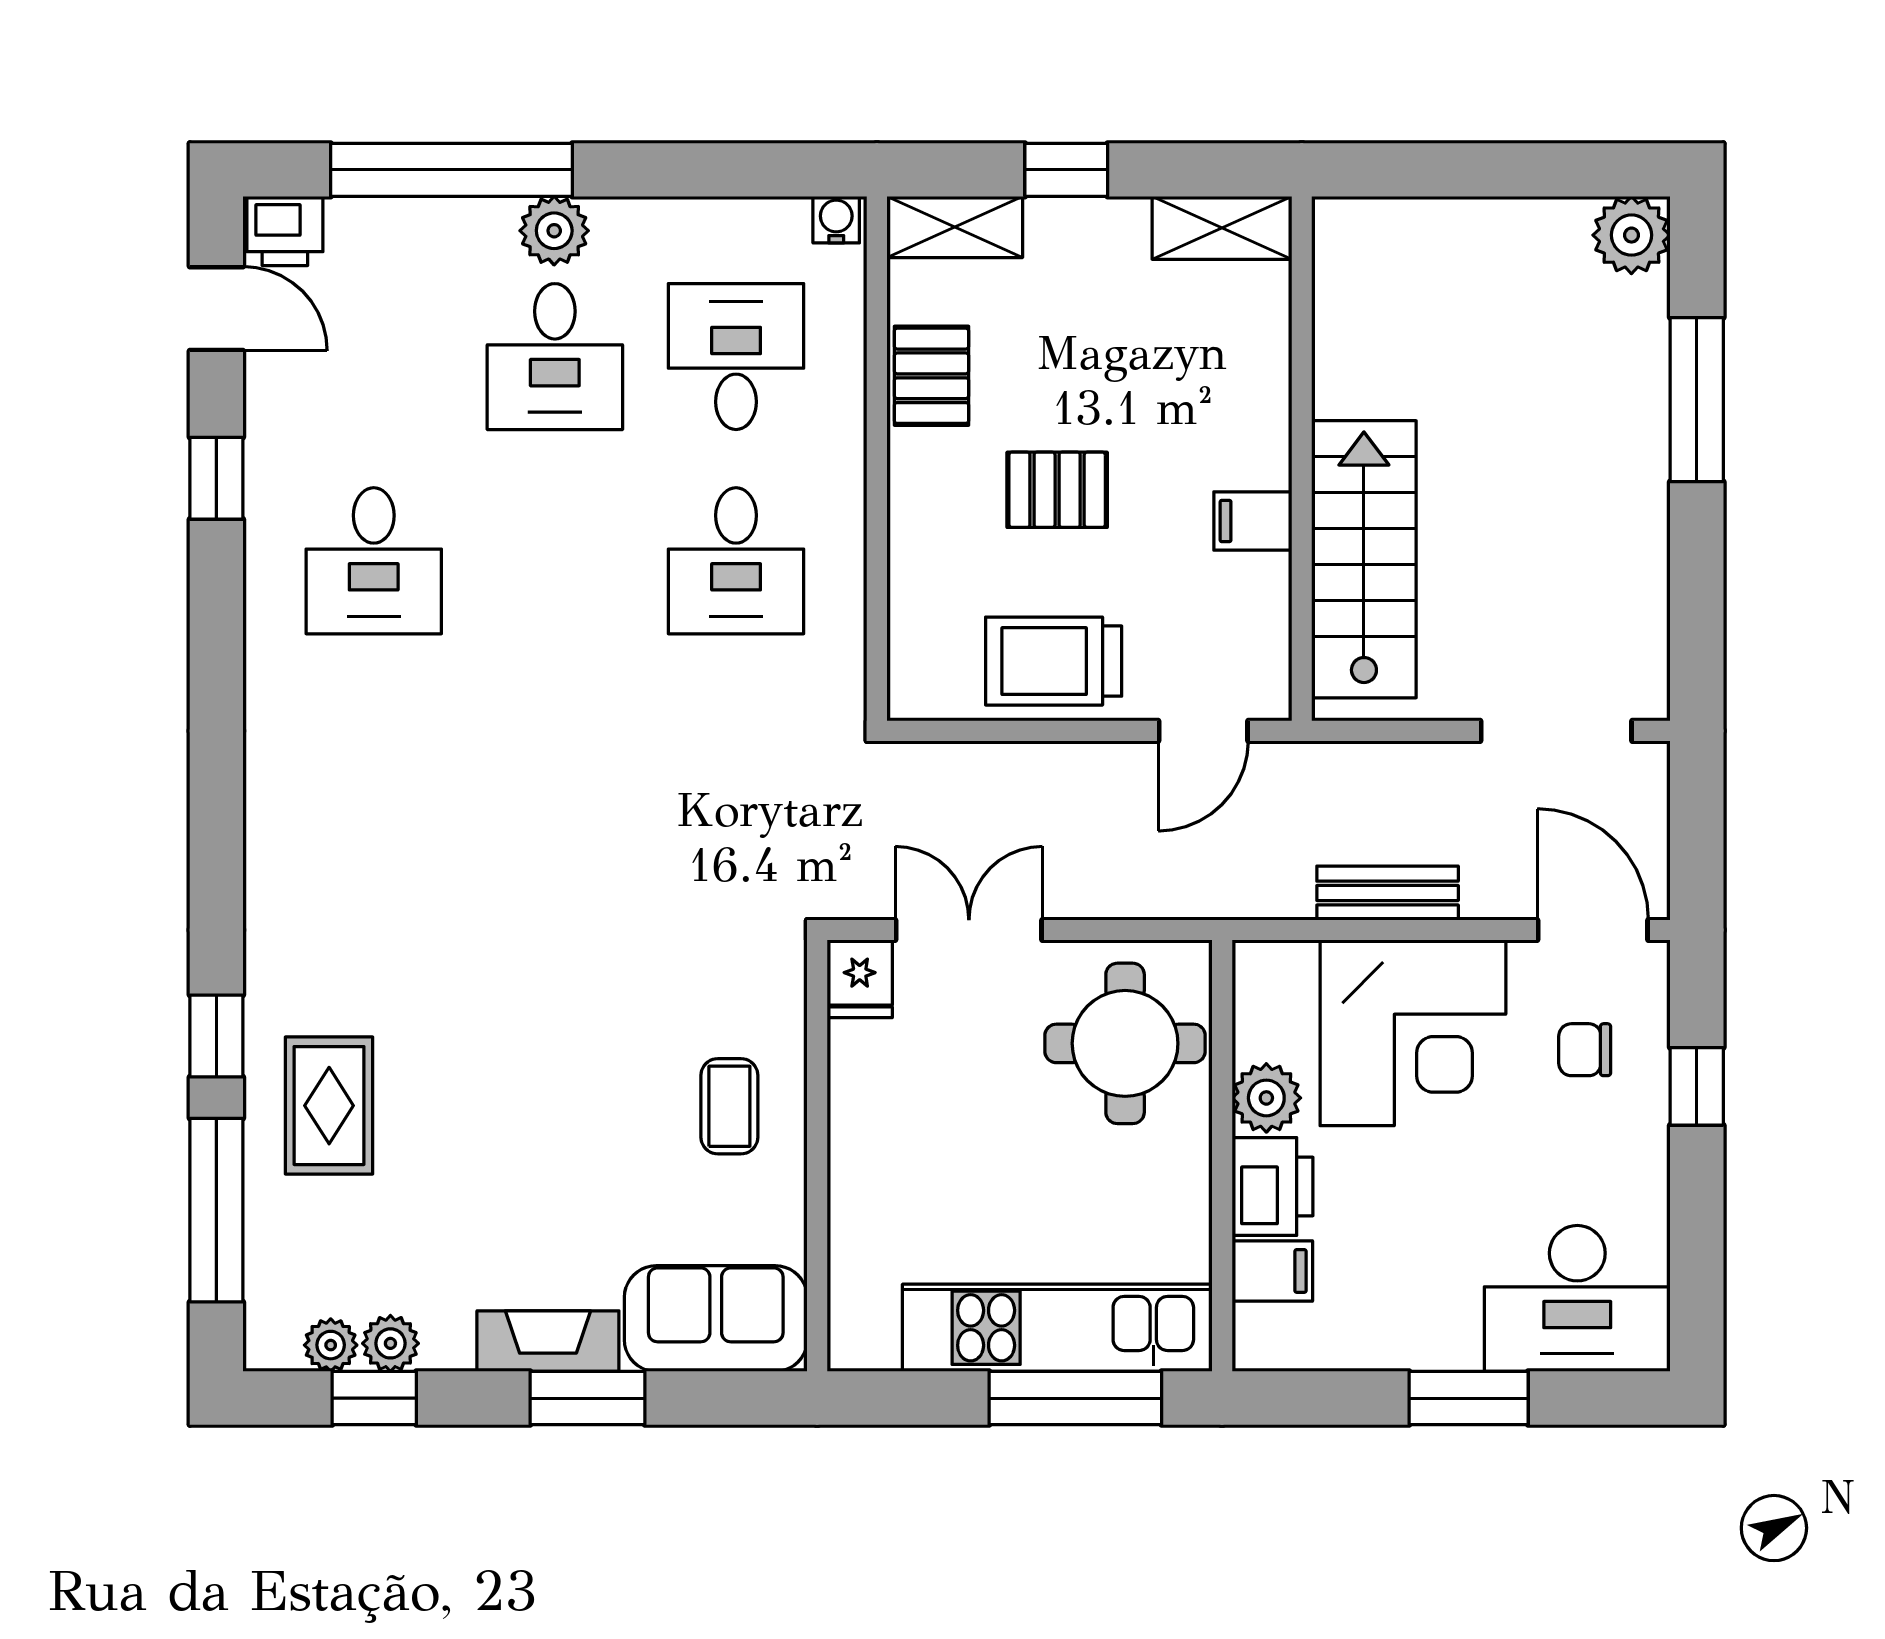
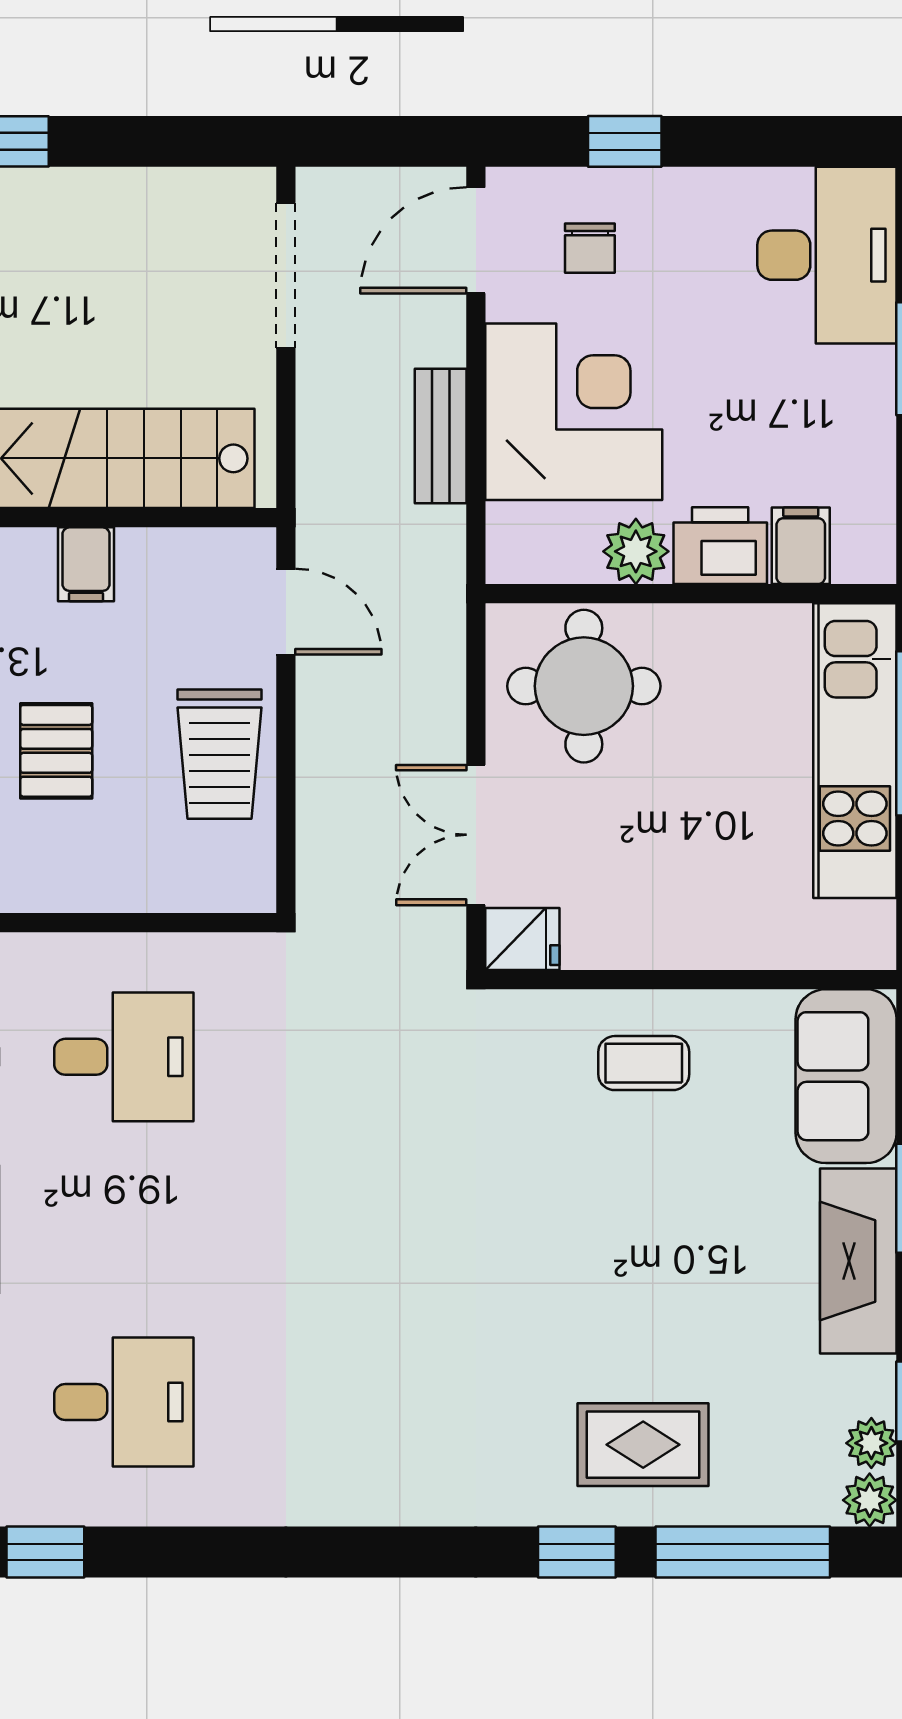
fireplace: (548, 1341) -> (858, 1261), width x1.37, depth x1.32
plant: (390, 1343) -> (870, 1500), moved

